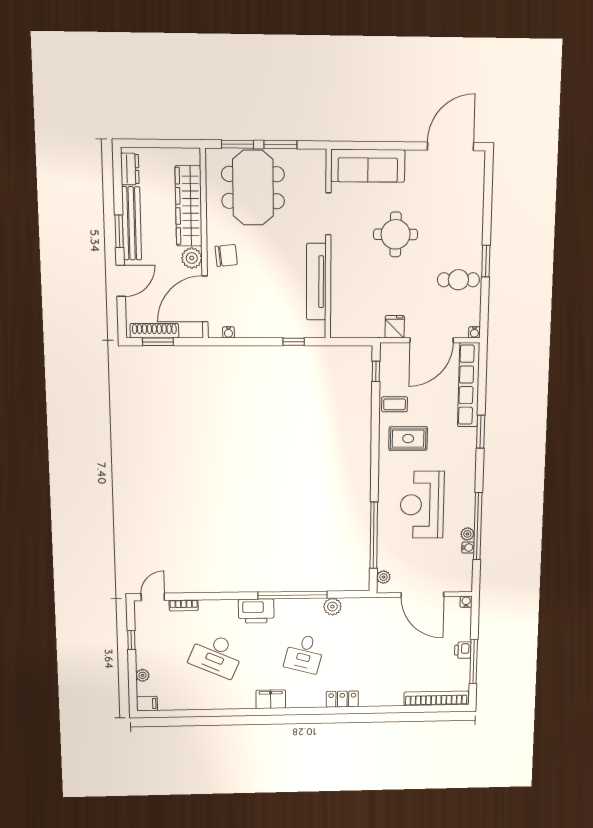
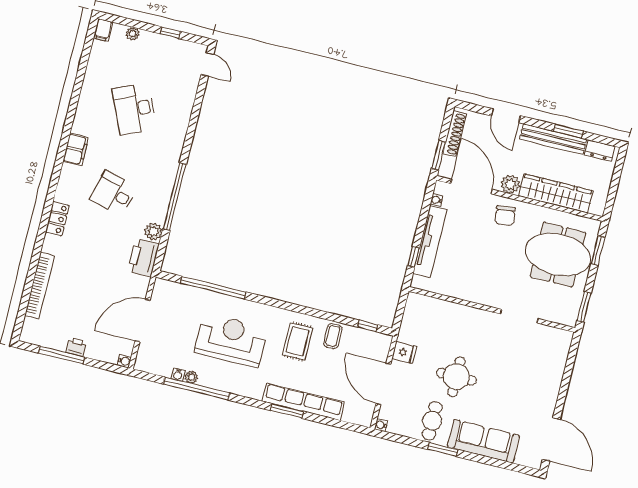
window: (280, 145) -> (584, 307), moved
sofa: (368, 166) -> (483, 441), moved, turned 90
window: (119, 231) -> (568, 131), moved
round table: (396, 234) -> (456, 377), moved
tv unit: (316, 282) -> (430, 241), moved, turned 90
window: (158, 342) -> (439, 155), moved
row of seats: (469, 385) -> (303, 402), moved
plant: (383, 577) -> (170, 287), removed
bookcase: (184, 605) -> (191, 91), removed
printer: (256, 611) -> (143, 257), moved
desk: (216, 655) -> (134, 109), turned -48
bookcase: (436, 698) -> (40, 286), moved

